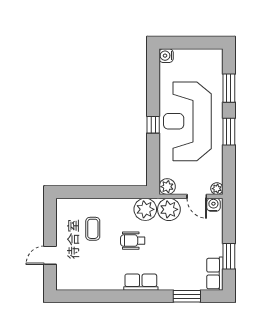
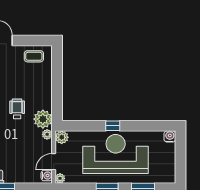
plant: (169, 209) -> (47, 134), width x0.53, depth x0.53
coffee table: (93, 229) -> (34, 56), moved

